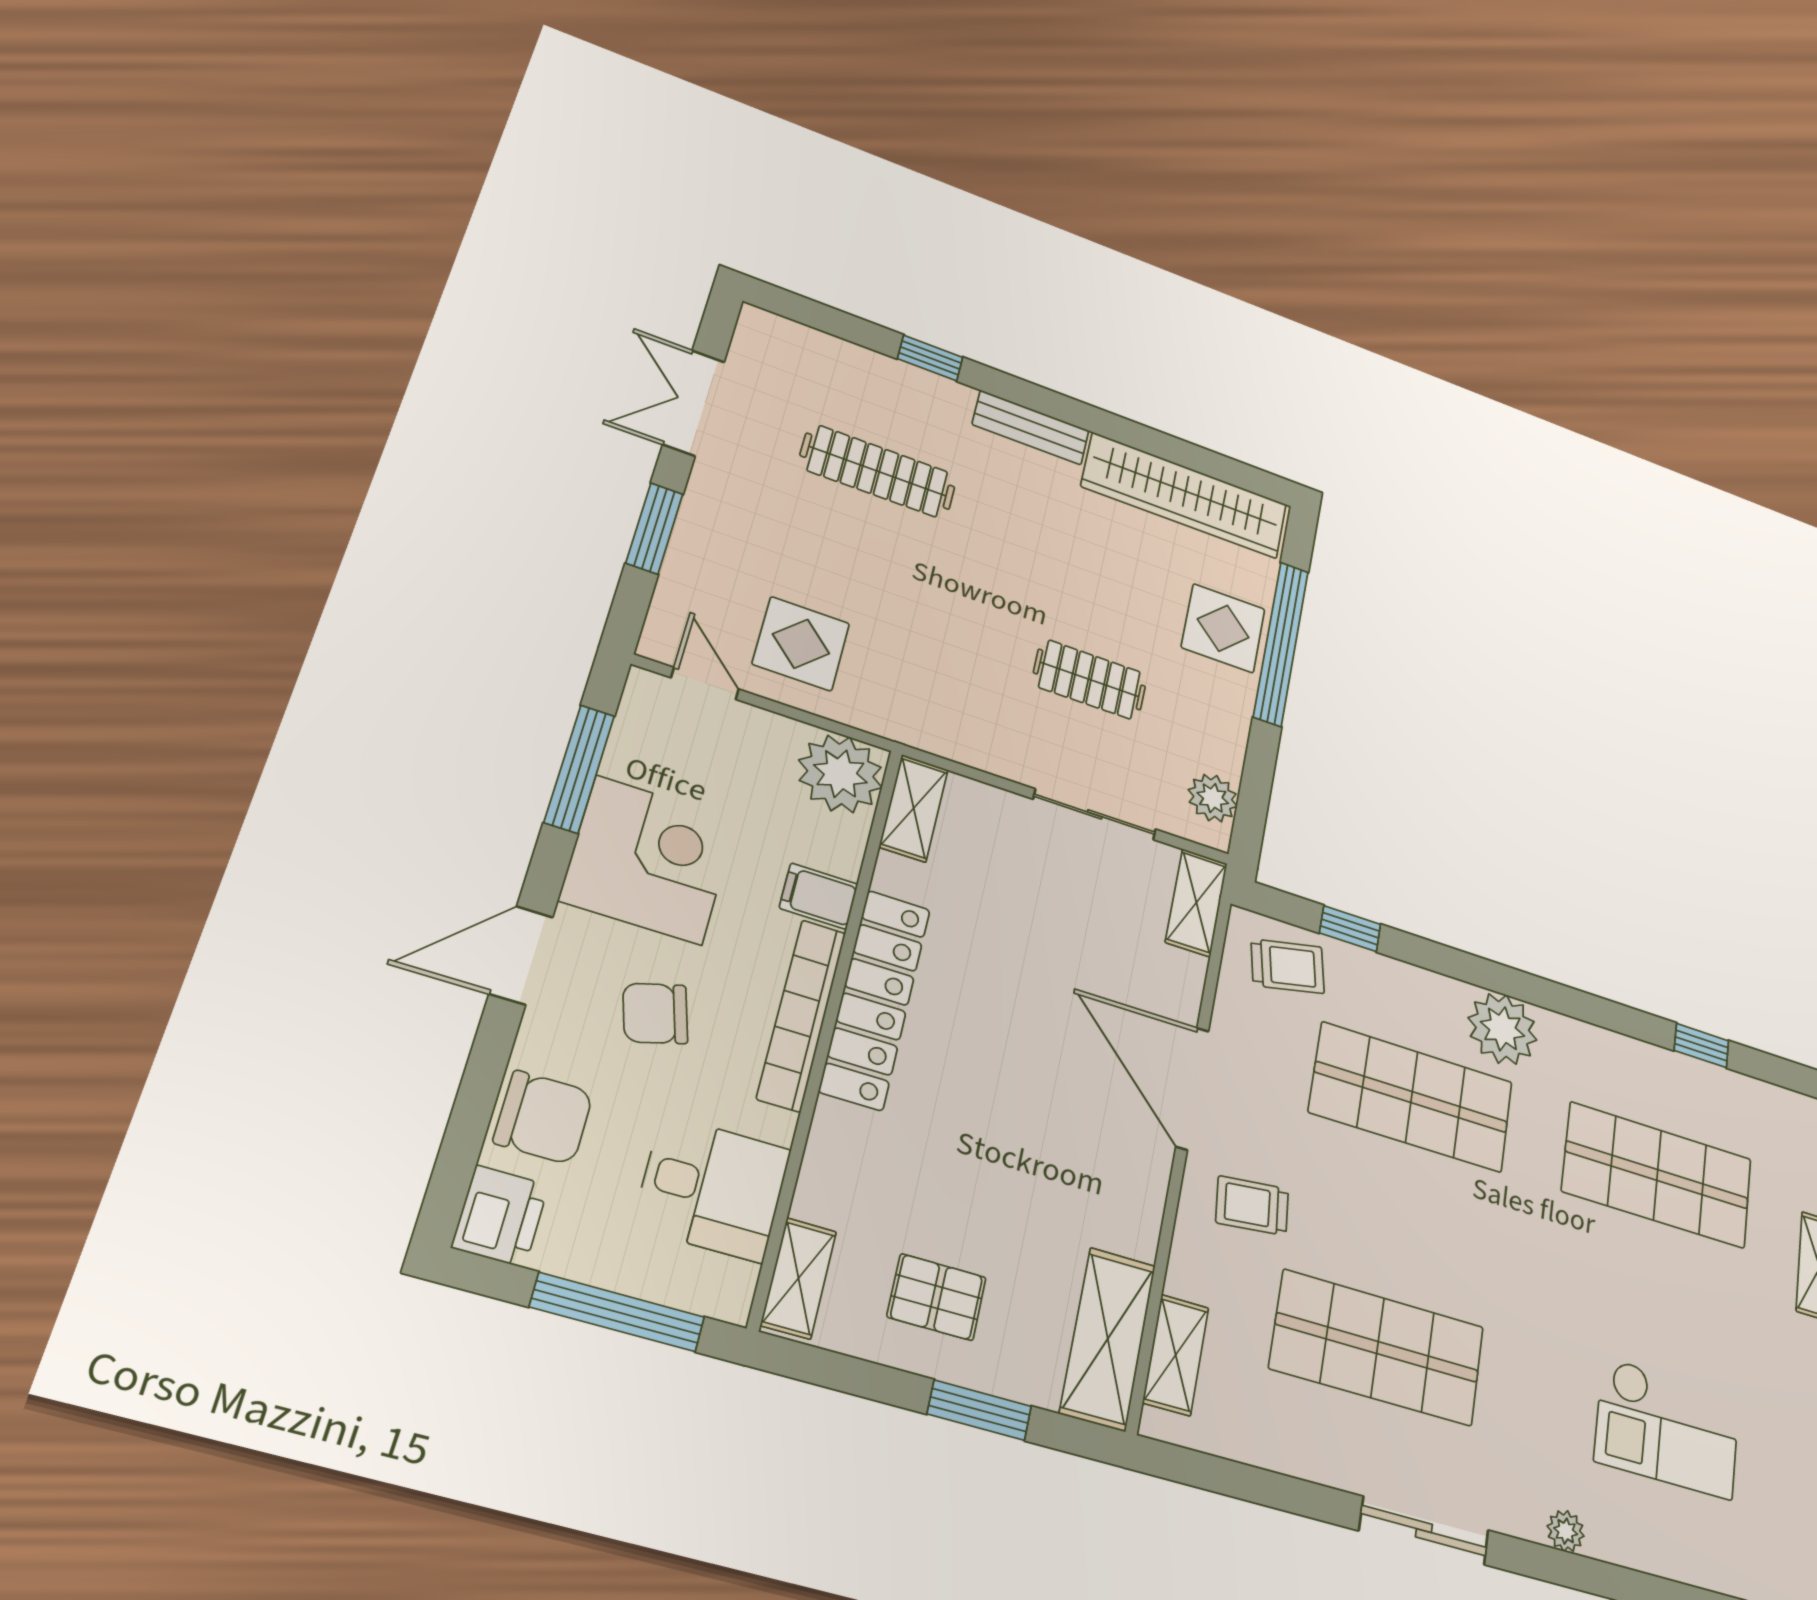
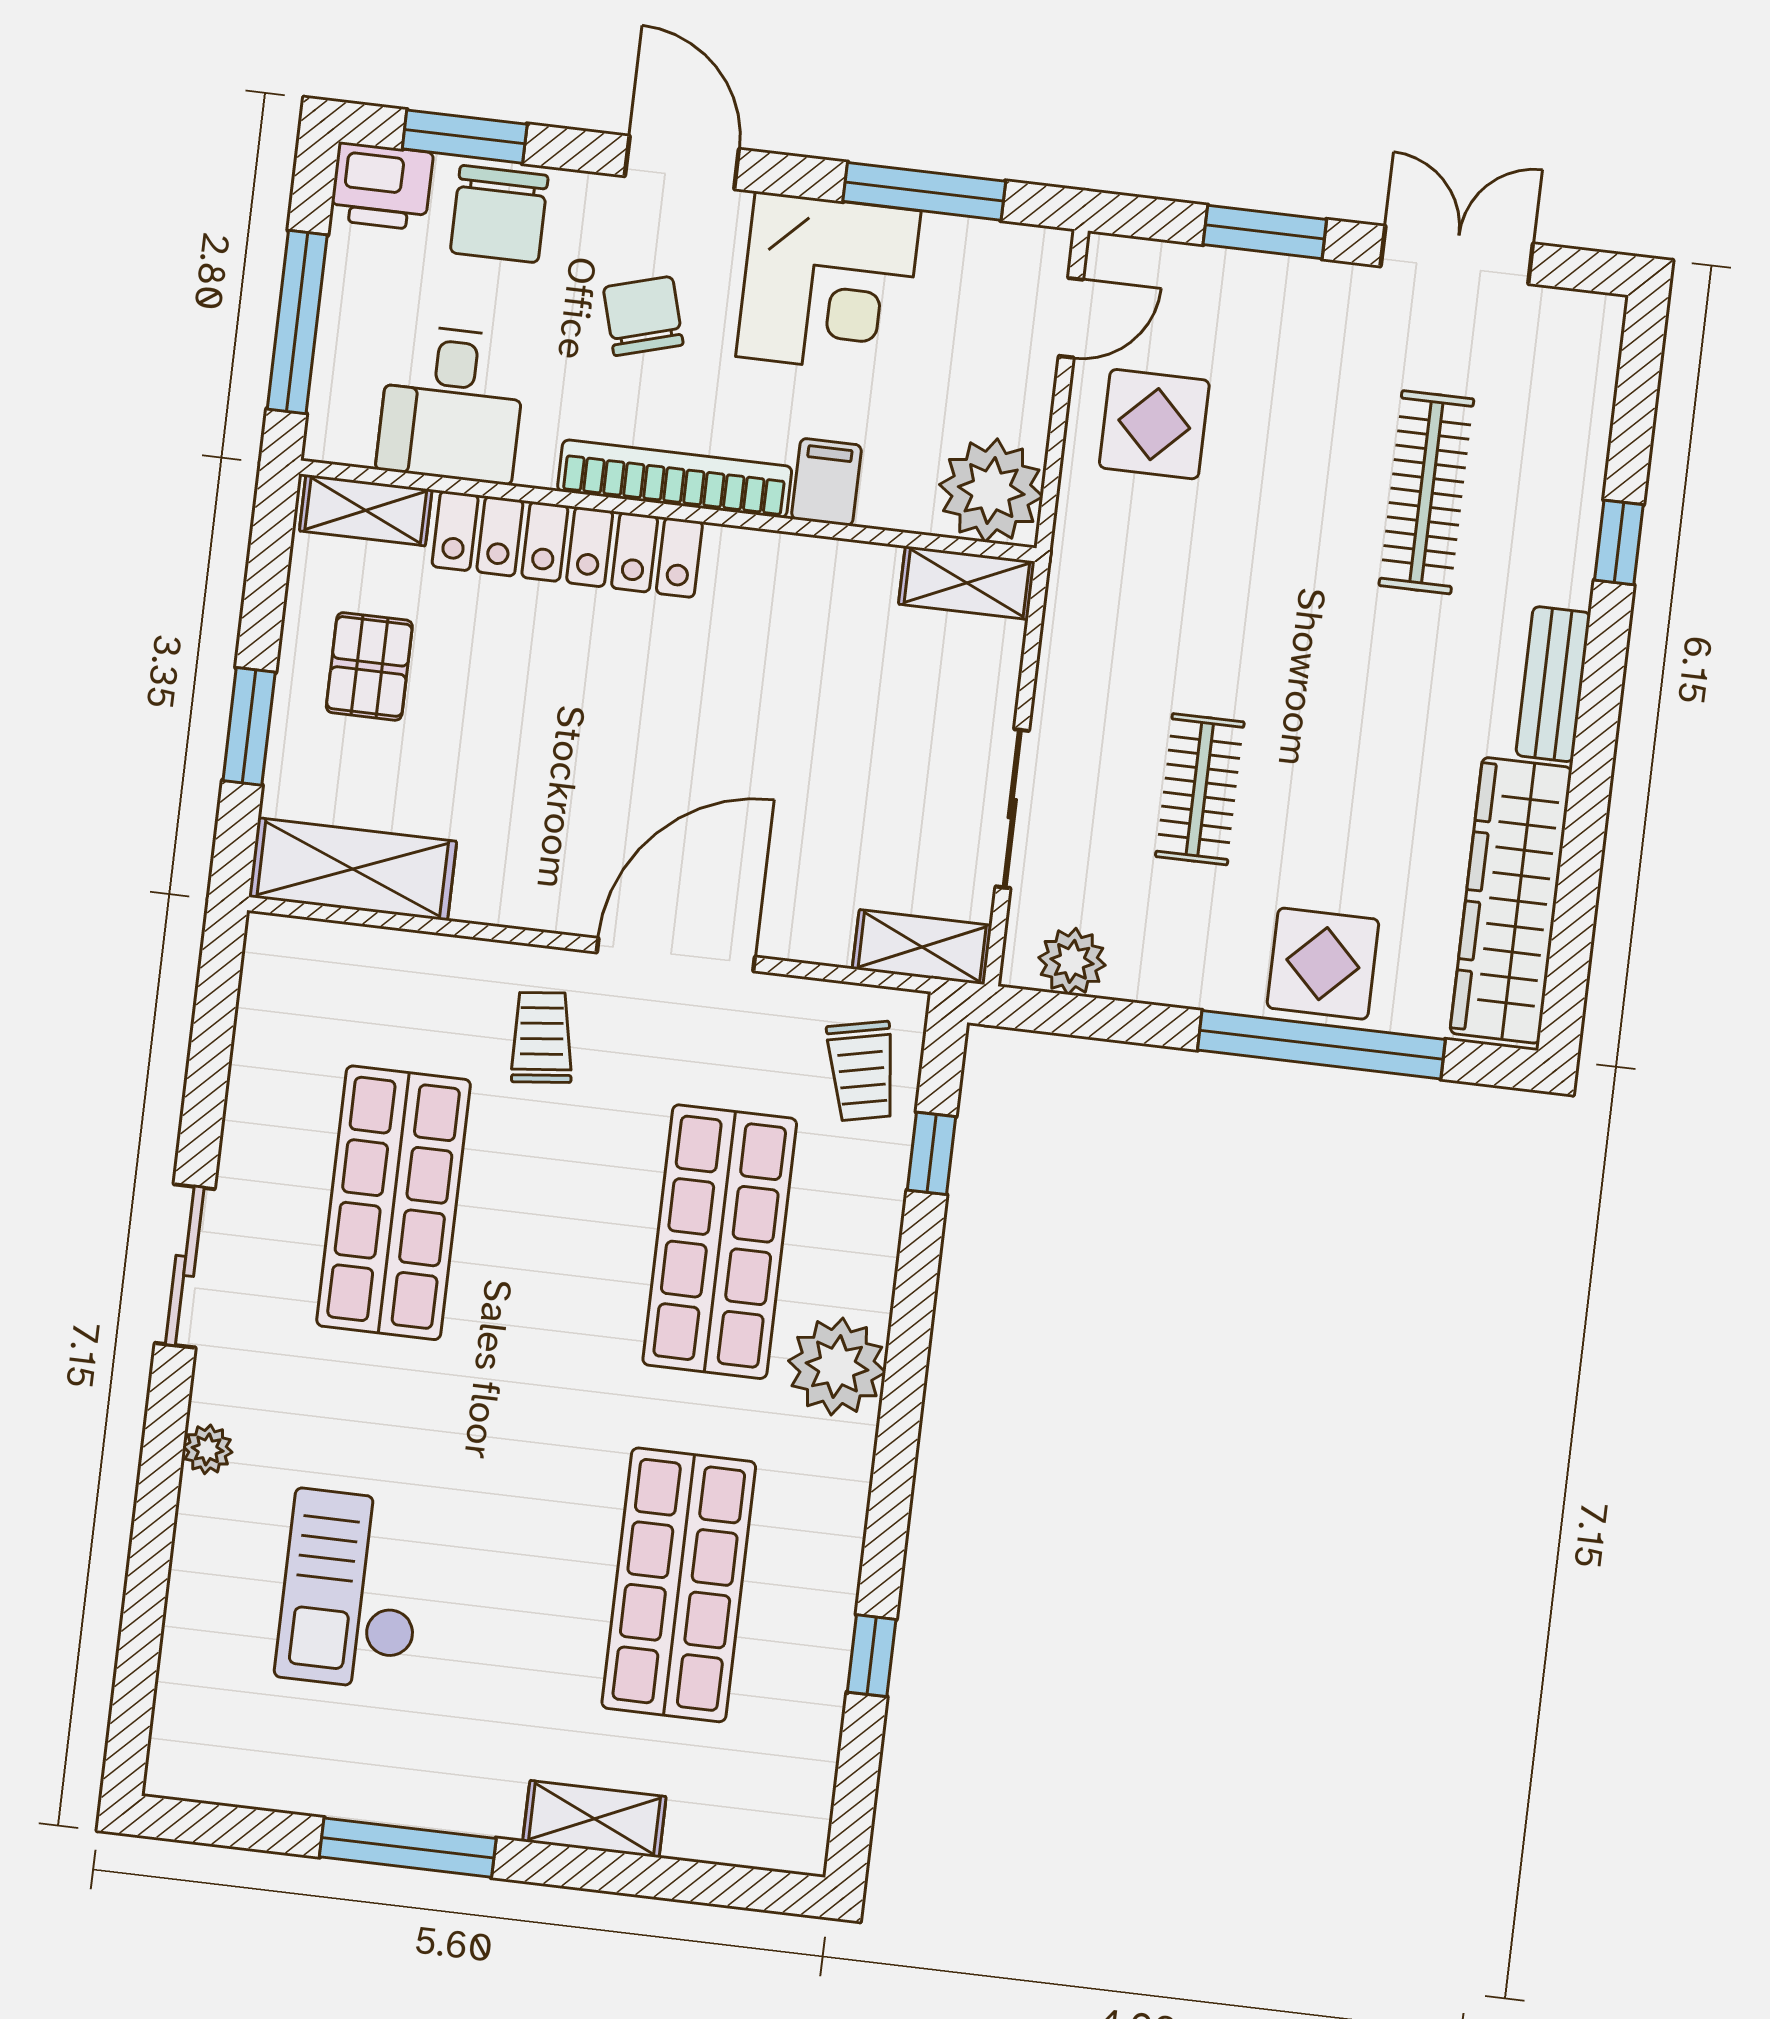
locker: (875, 999) -> (567, 544), moved
window: (465, 1135) -> (465, 137), added
shelving: (1176, 1355) -> (346, 952), removed

